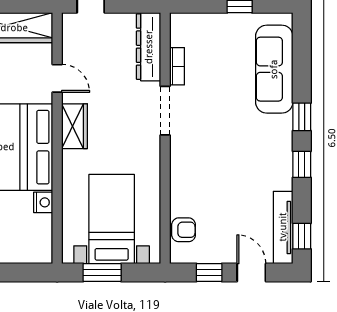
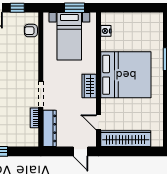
door: (57, 78) -> (98, 122), moved
nightstand: (43, 202) -> (106, 31), moved

